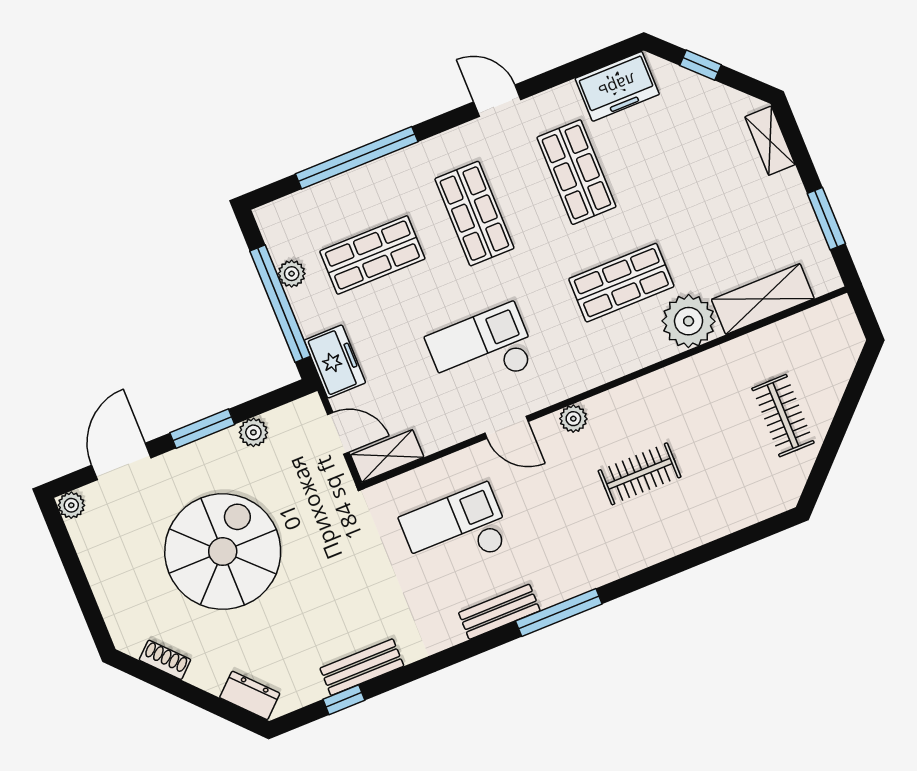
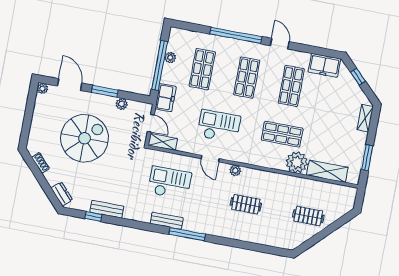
window: (357, 158) -> (236, 35), moved
shop shelf: (372, 255) -> (202, 69), turned 90
clothes rail: (783, 416) -> (308, 216), turned 90
door: (121, 461) -> (70, 85), hinge flipped

